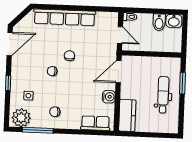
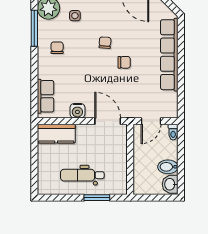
dental chair: (163, 95) -> (82, 175), turned 180

